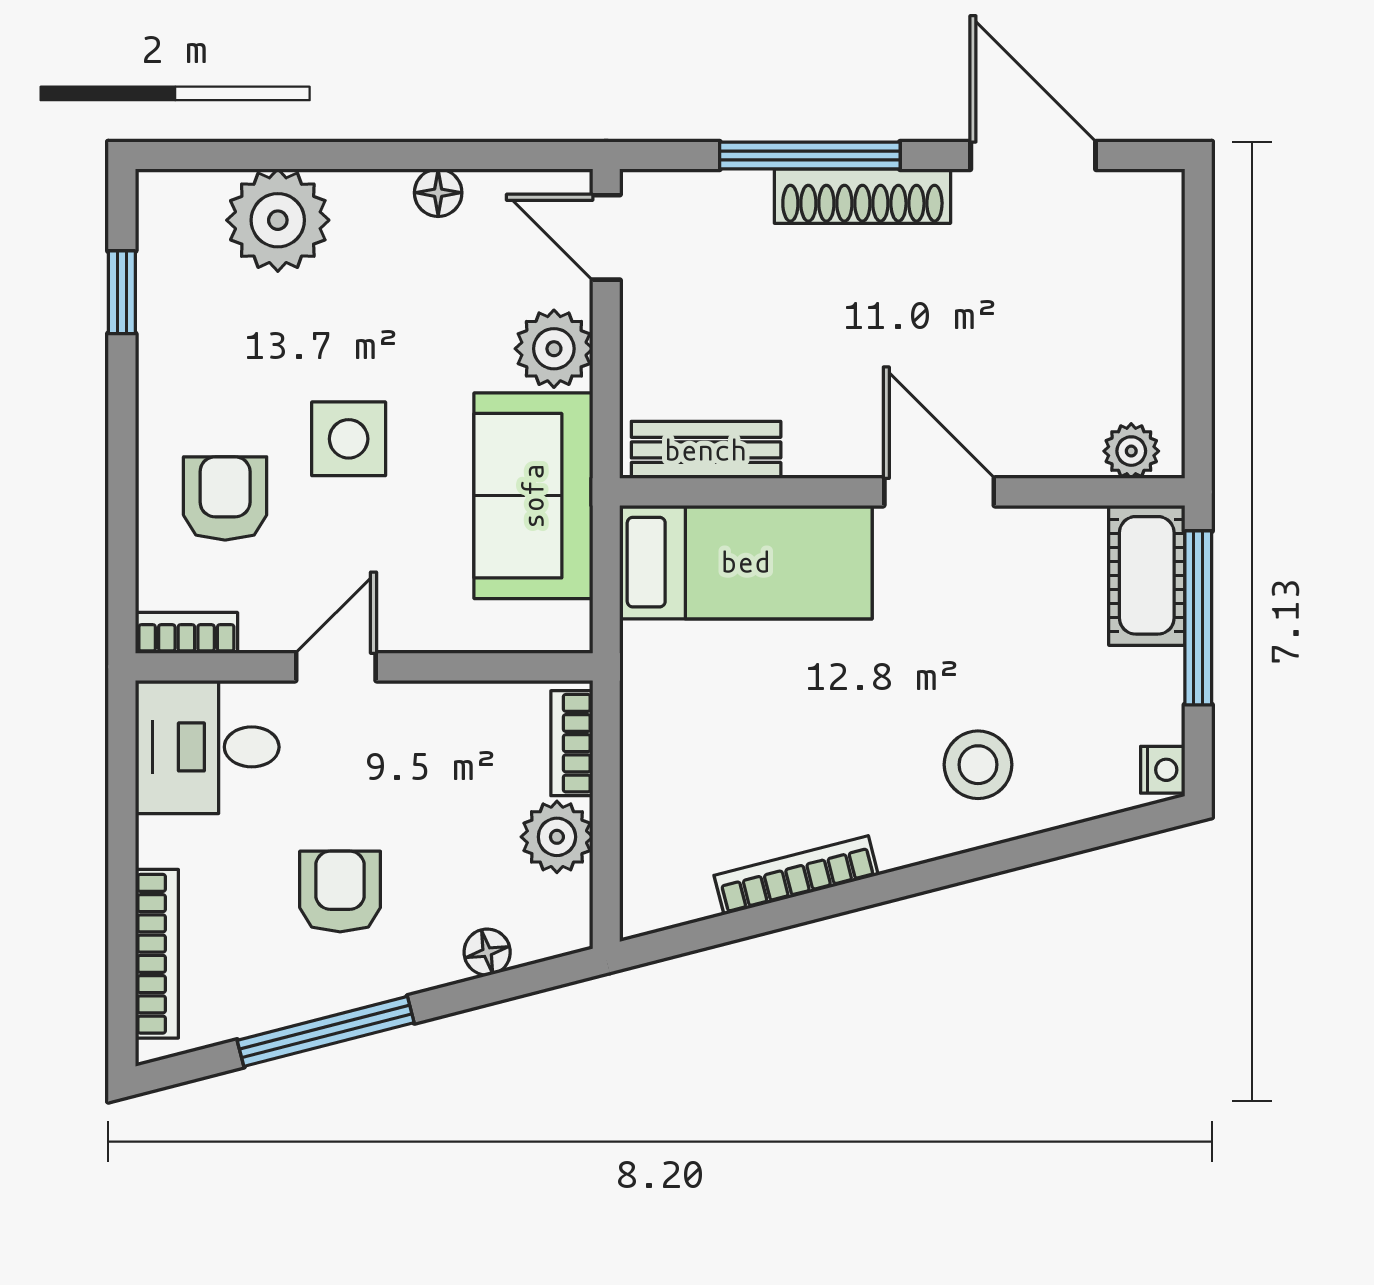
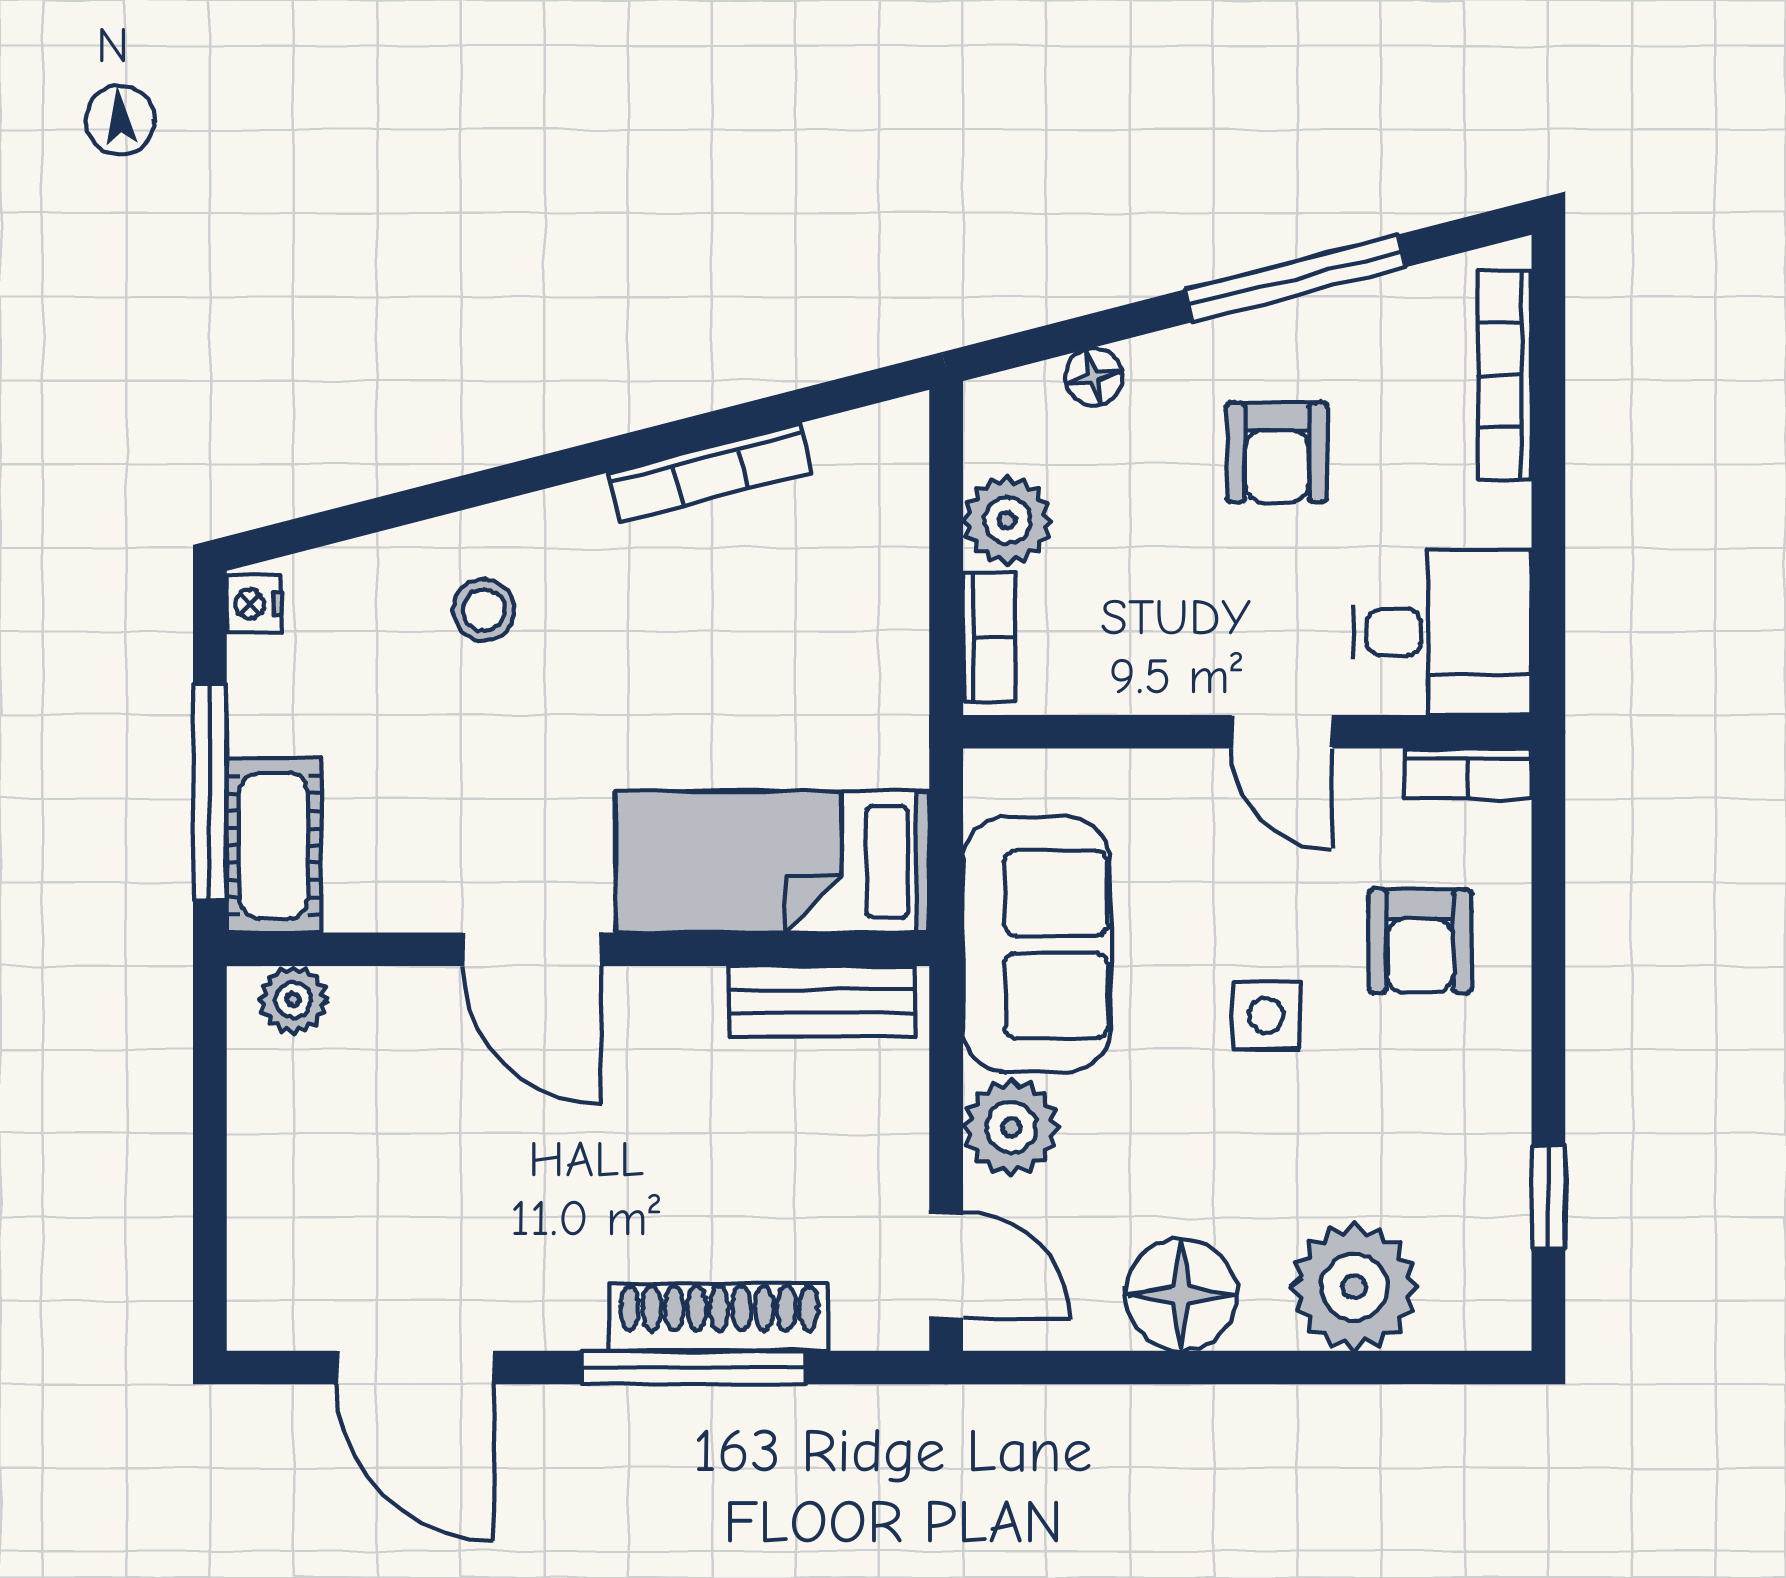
floor lamp: (438, 193) -> (1181, 1295), width x1.89, depth x1.89
shoe rack: (862, 196) -> (719, 1317), moved
side table: (349, 439) -> (1266, 1015), width x0.73, depth x0.73
door: (336, 667) -> (1282, 732), hinge flipped
stool: (978, 765) -> (484, 610), width x0.73, depth x0.73

